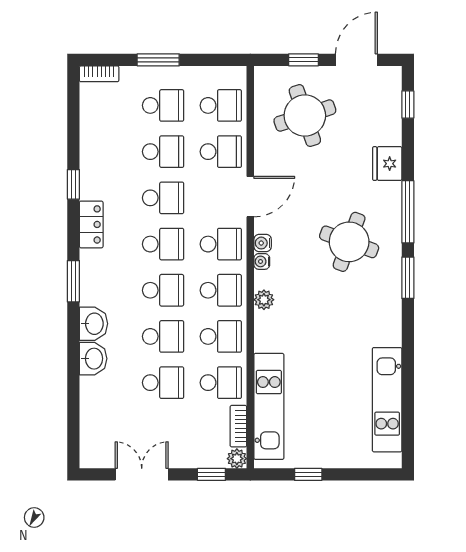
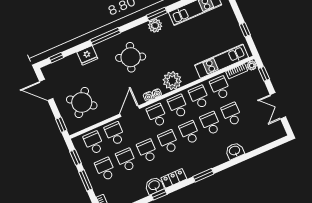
window: (209, 60) -> (75, 157), added
window: (303, 60) -> (61, 125), moved
round table: (305, 116) -> (82, 102), turned -34
door: (250, 197) -> (130, 111), hinge flipped
window: (408, 278) -> (157, 14), moved
plant: (264, 300) -> (172, 81), width x1.88, depth x1.88
plant: (388, 312) -> (155, 26), added
washbasin: (94, 324) -> (154, 186), moved

